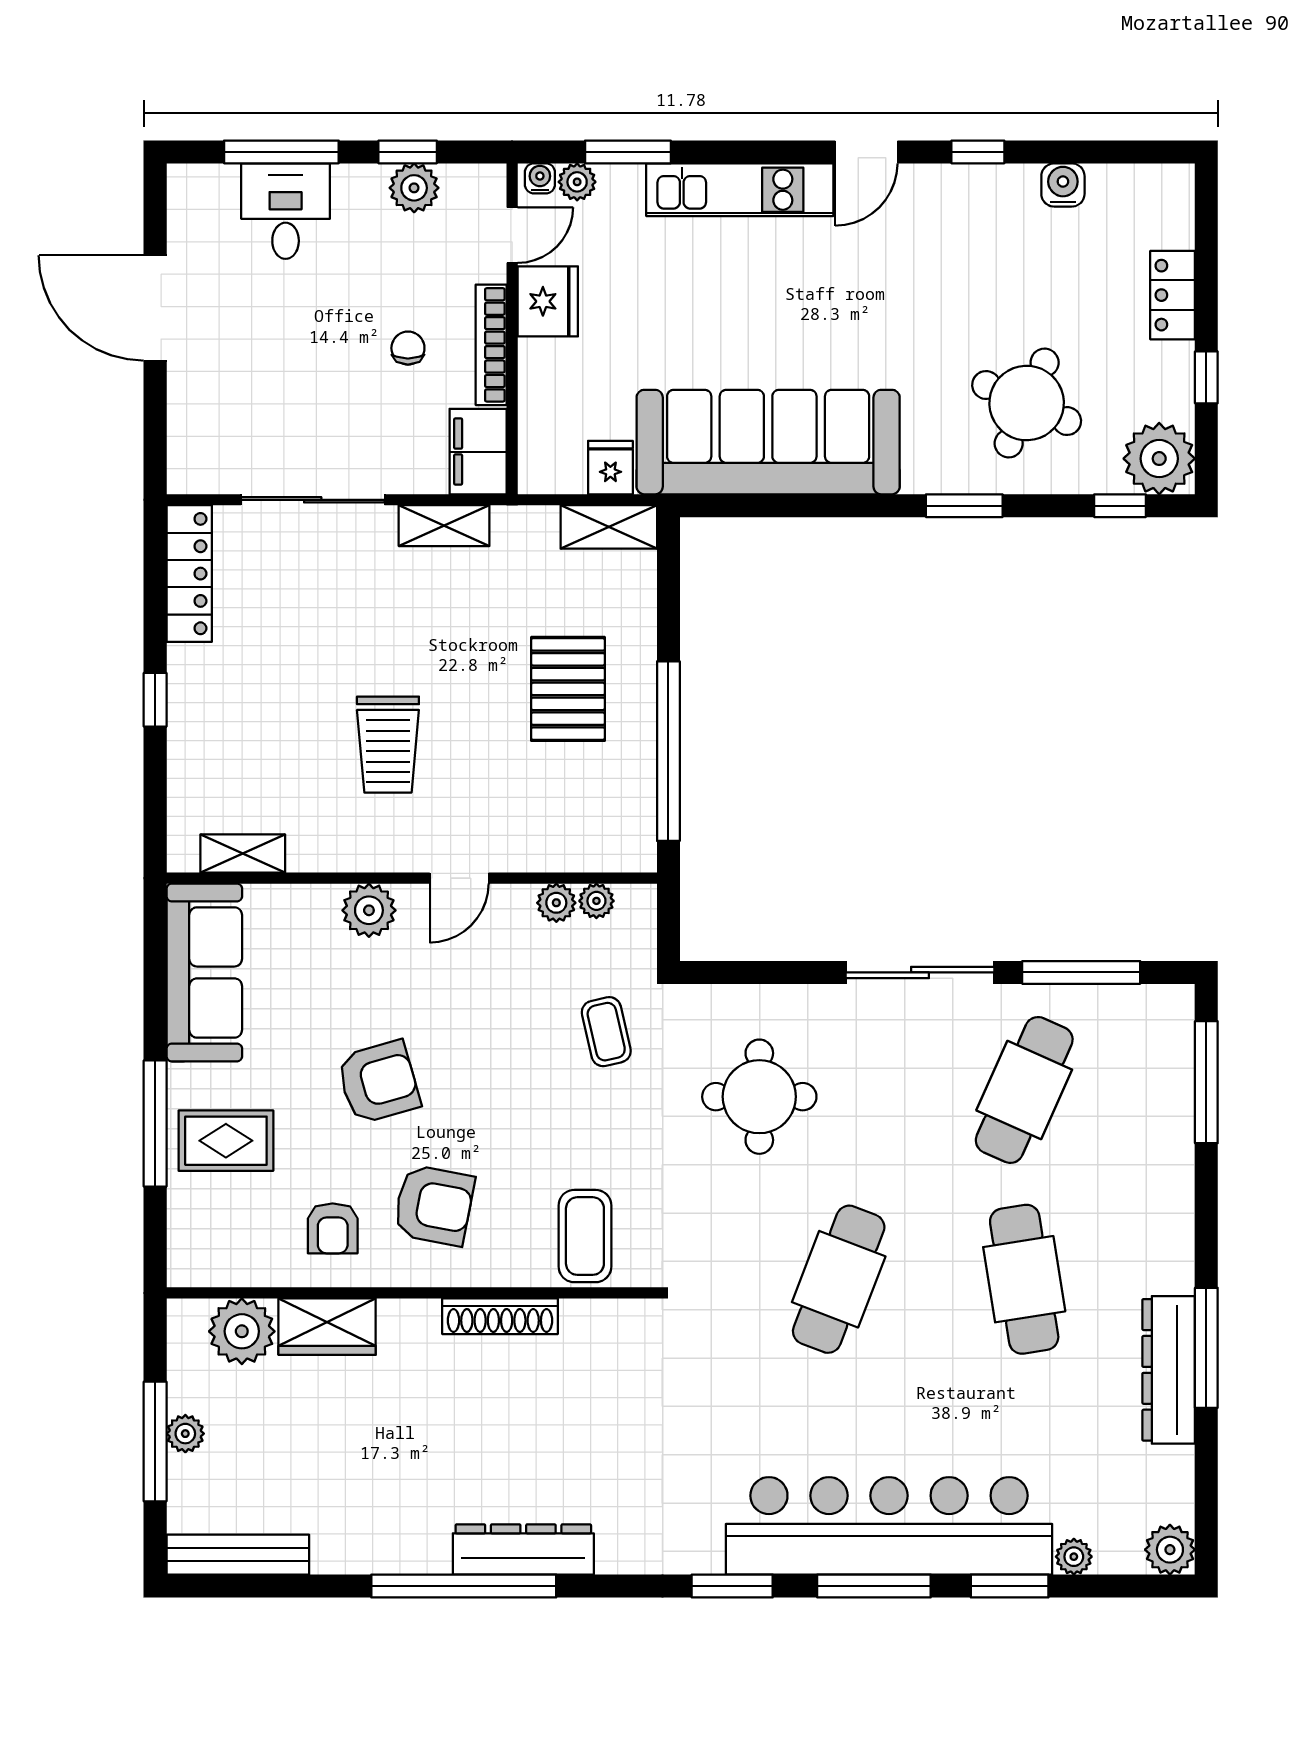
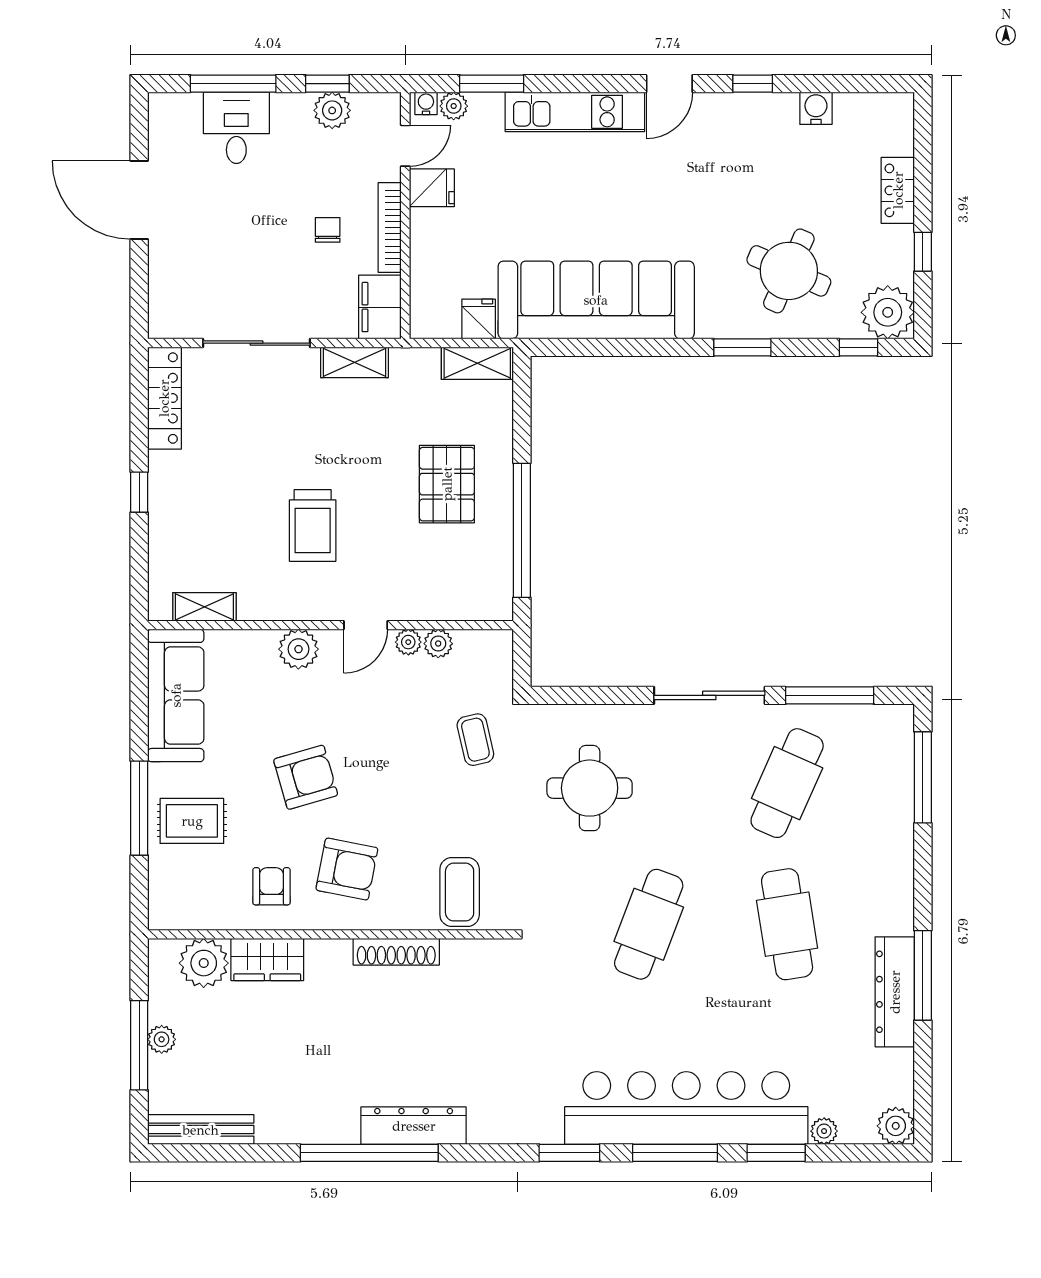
fridge: (548, 301) -> (432, 188), width x0.72
plant: (596, 901) -> (408, 642), moved
armchair: (333, 1228) -> (271, 886), turned 180

